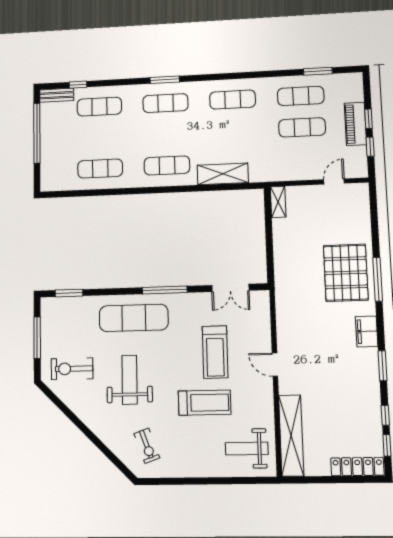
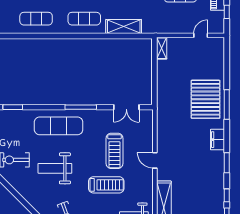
weight bench: (130, 380) -> (55, 168), turned -90

